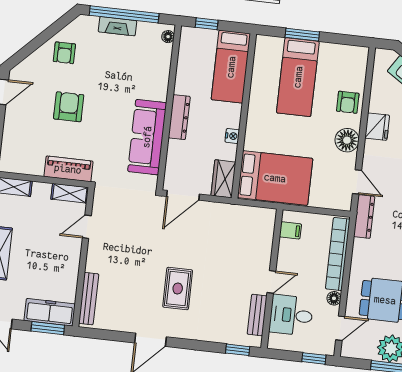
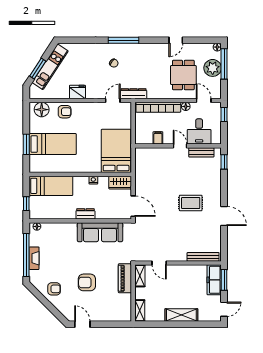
dresser: (179, 117) -> (85, 214), width x0.70
floor lamp: (347, 140) -> (42, 110), moved
filing cabinet: (290, 230) -> (158, 138), moved

